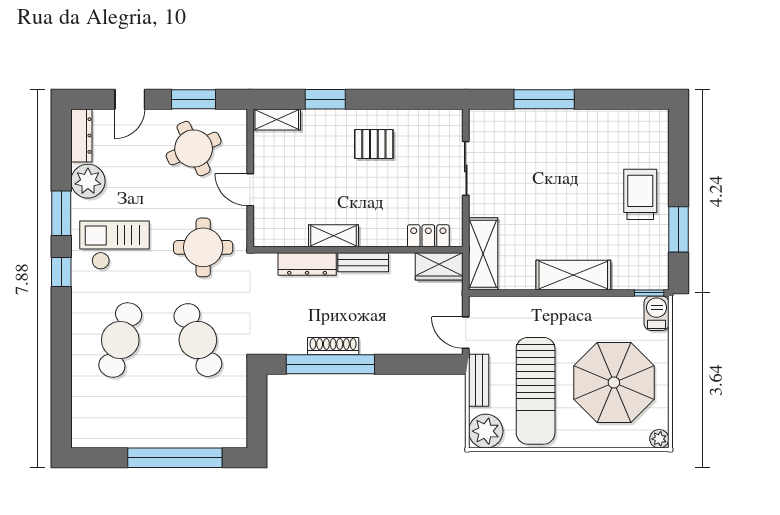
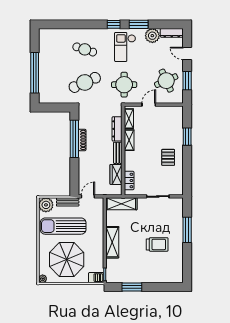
shelving: (277, 120) -> (129, 119), moved
trolley: (640, 194) -> (157, 244), moved
checkout: (114, 245) -> (125, 47), turned 180
wardrobe: (439, 266) -> (116, 174), moved
cafe table: (120, 340) -> (85, 49), width x0.73, depth x0.74

